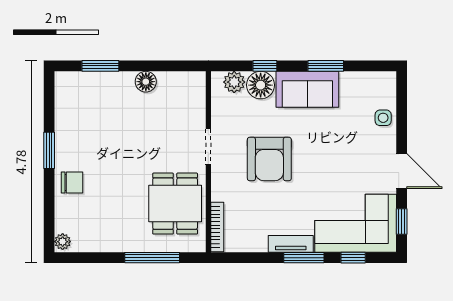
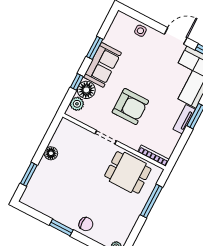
chair: (72, 182) -> (86, 224), turned 90

